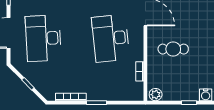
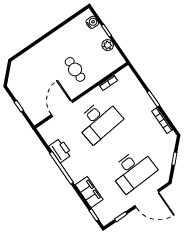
plant: (156, 95) -> (108, 45), moved

